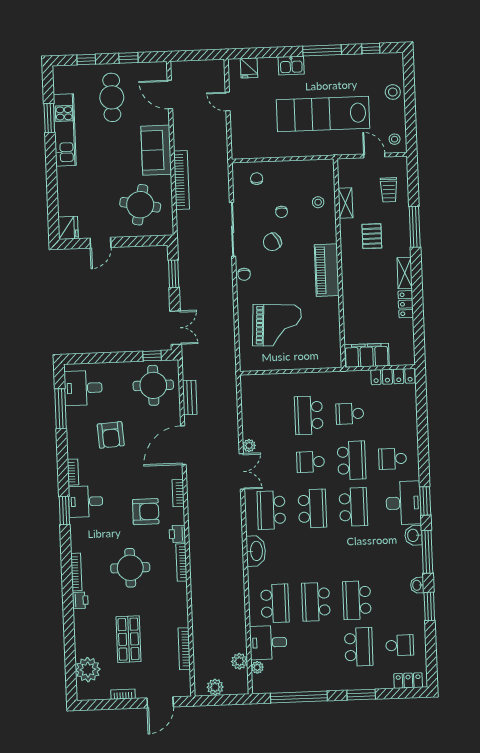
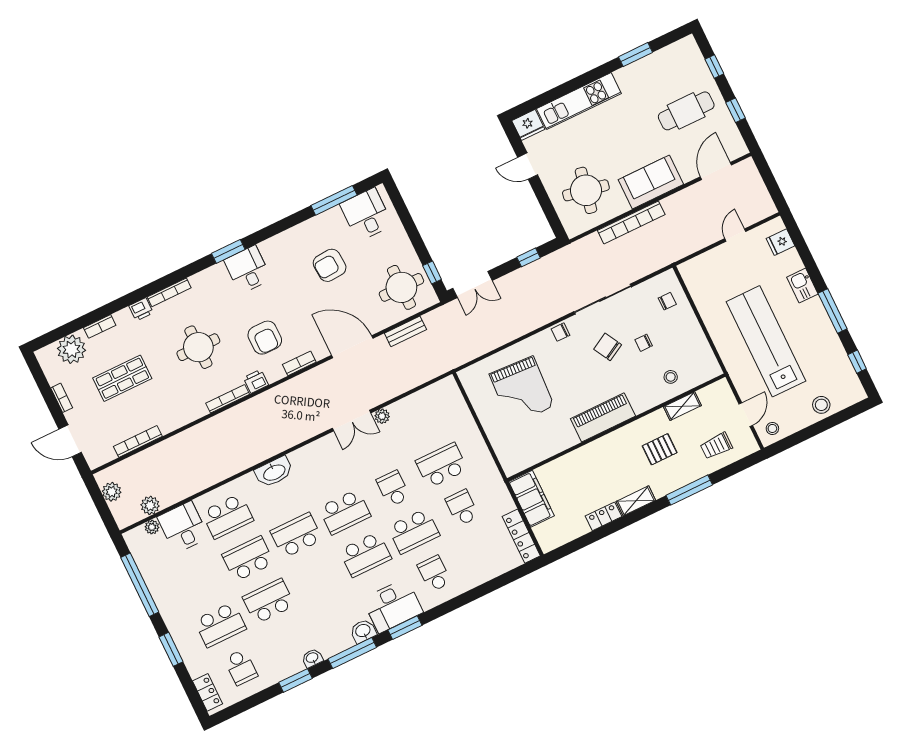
kitchen unit: (65, 130) -> (579, 101), moved
window: (174, 274) -> (528, 257), width x0.67
bookcase: (73, 472) -> (100, 326), moved
school desk: (271, 510) -> (296, 535), moved

